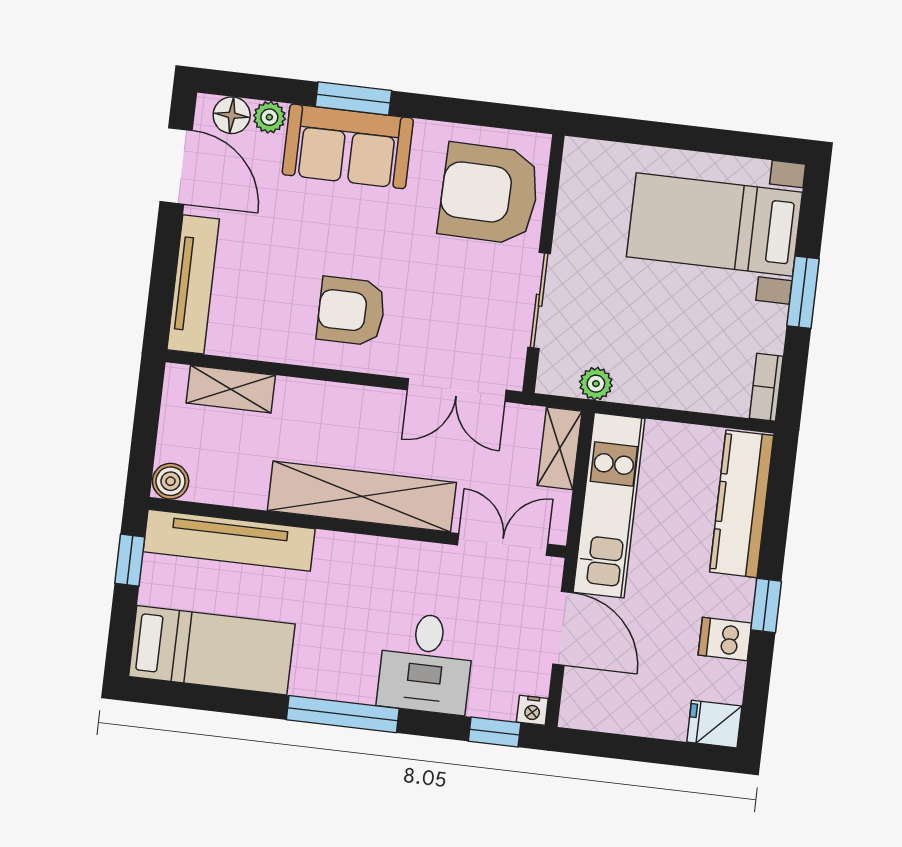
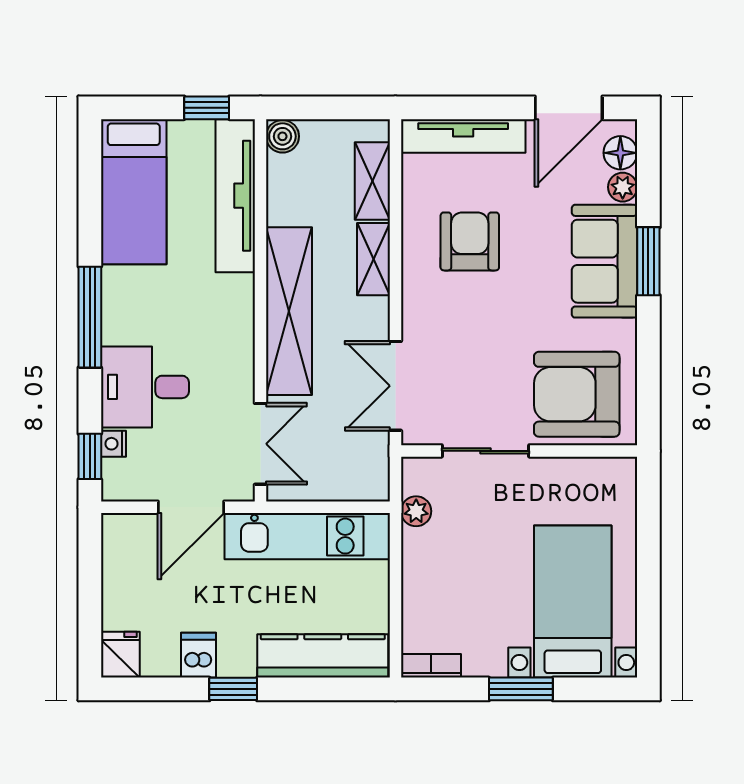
armchair: (489, 194) -> (577, 394), turned -91
armchair: (351, 311) -> (470, 241), moved
shelving: (560, 448) -> (373, 259), moved, turned 90
nightstand: (532, 710) -> (113, 444), moved

